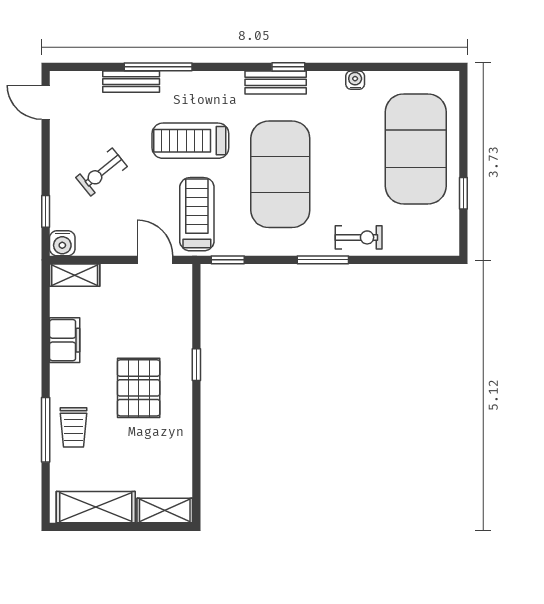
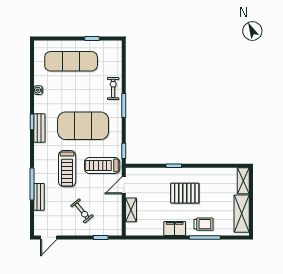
exercise mat: (416, 149) -> (71, 61), width x0.68
water cooler: (62, 243) -> (116, 230), removed
shelving: (75, 275) -> (131, 210), moved
filing cabinet: (65, 340) -> (175, 228), moved

